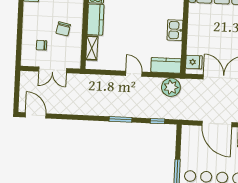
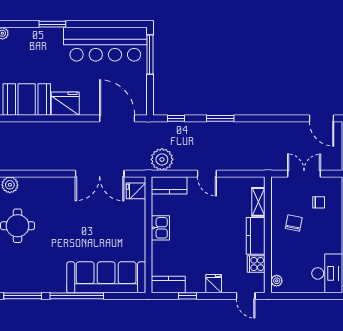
door: (217, 124) -> (117, 118), moved

